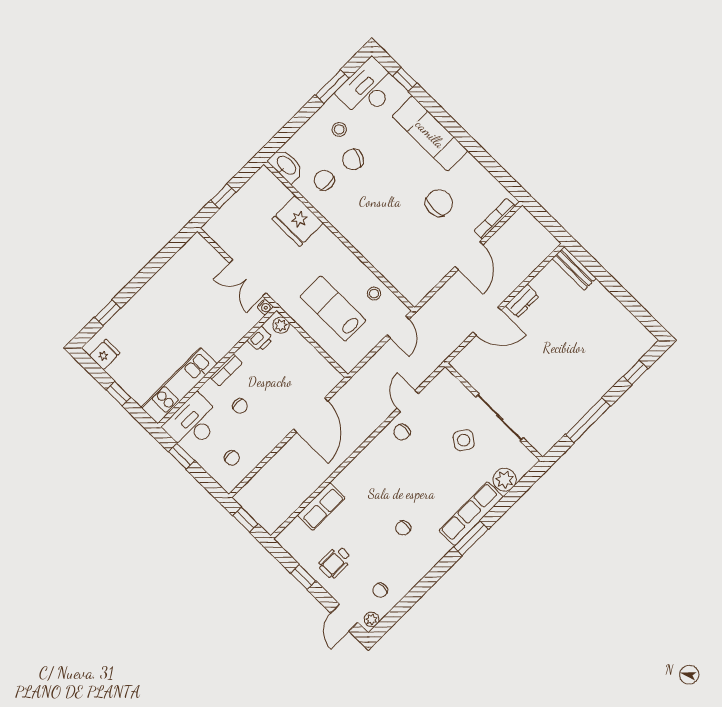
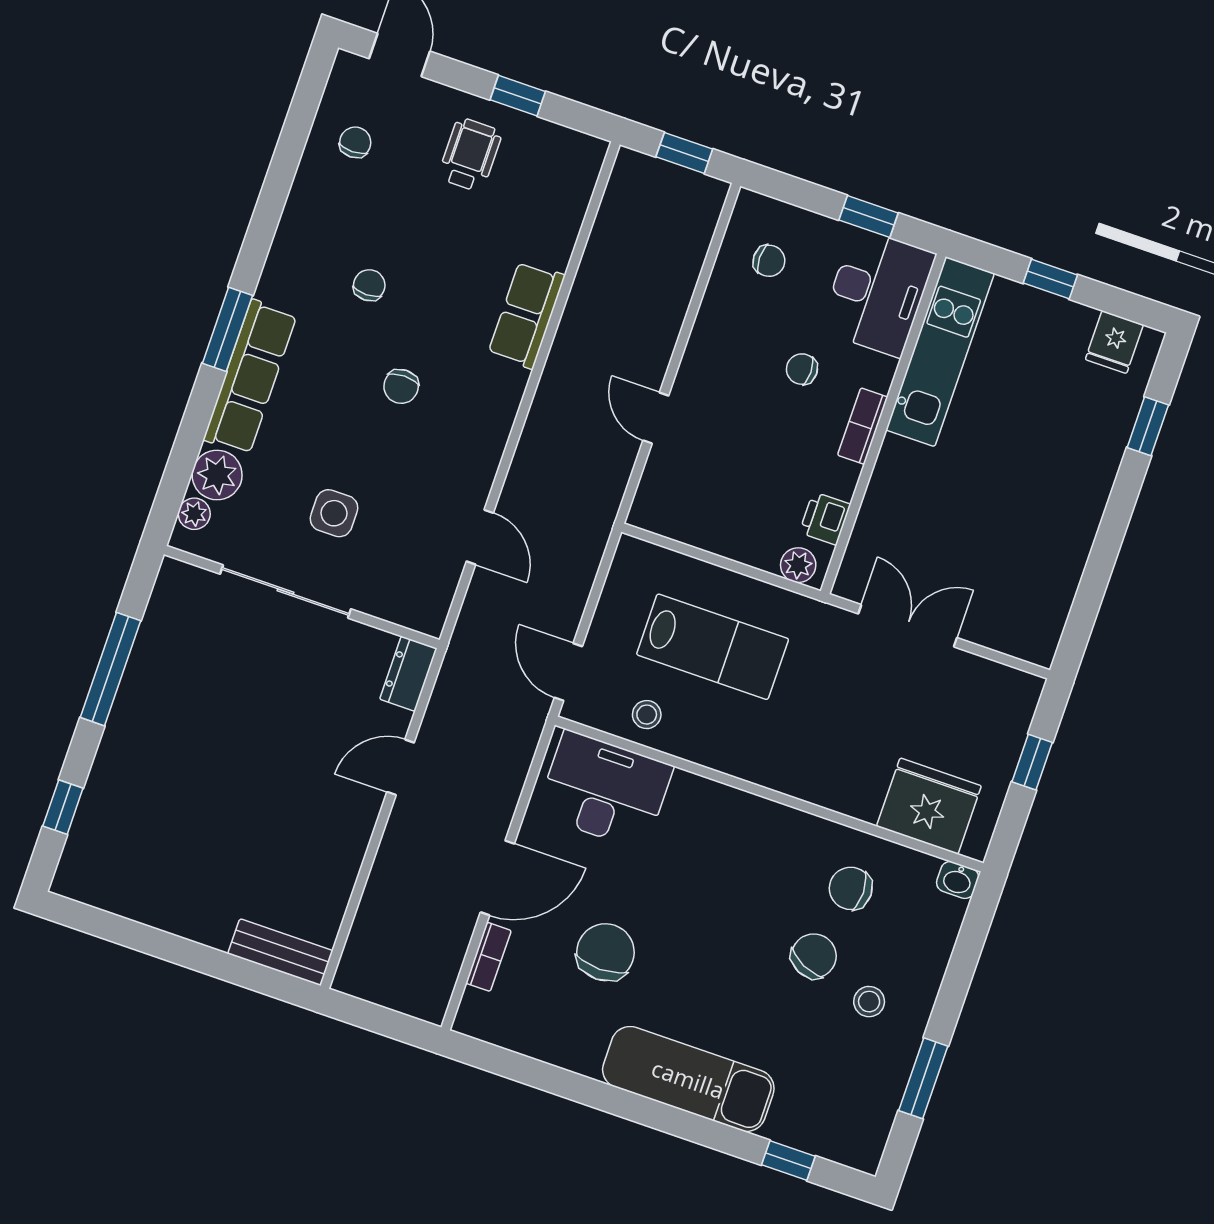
desk: (368, 89) -> (605, 790), moved, turned -90
washbasin: (286, 166) -> (958, 880), width x0.52, depth x0.69
chair: (324, 180) -> (851, 888), turned 180
chair: (439, 203) -> (605, 952), turned 180
bookcase: (495, 219) -> (488, 957), width x0.64
fridge: (297, 221) -> (929, 806), moved
door: (469, 256) -> (497, 878), swing flipped
dresser: (522, 301) -> (408, 674), moved
water cooler: (265, 307) -> (846, 586), removed
door: (487, 321) -> (401, 767), width x0.73
door: (311, 415) -> (656, 418), width x0.53
chair: (402, 432) -> (401, 386), moved, turned 180
side table: (464, 440) -> (334, 513), turned -35
chair: (232, 458) -> (769, 261), turned 180
row of seats: (321, 507) -> (526, 315), moved
plant: (372, 619) -> (194, 514), moved

